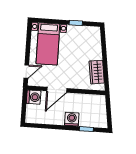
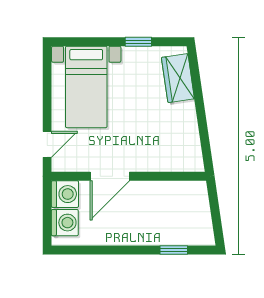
wardrobe: (97, 72) -> (178, 78), moved
washing machine: (72, 119) -> (65, 223), moved, turned 90

